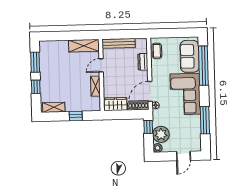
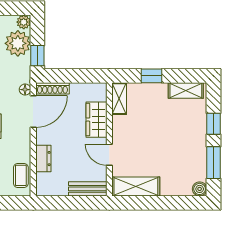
bench: (119, 43) -> (88, 189), width x0.73
boiler: (43, 45) -> (200, 189), added
door: (101, 65) -> (109, 155), swing flipped
shelving: (95, 86) -> (119, 99), moved
wardrobe: (116, 104) -> (97, 120), moved, turned 90

